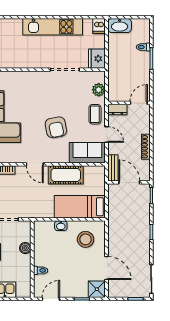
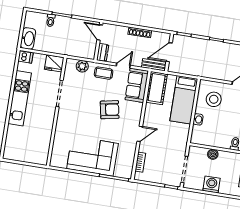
cot: (66, 175) -> (157, 88), moved

